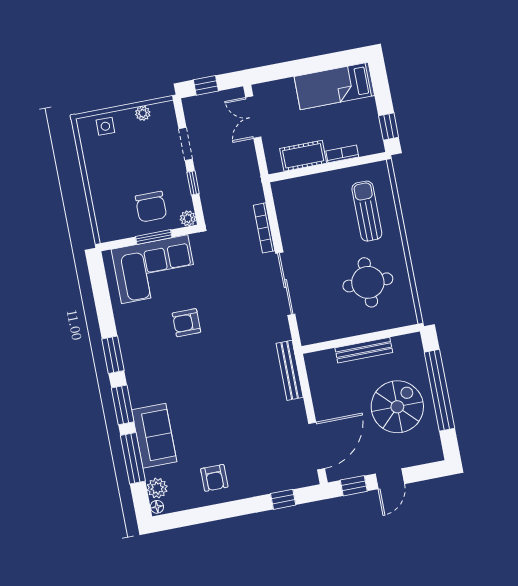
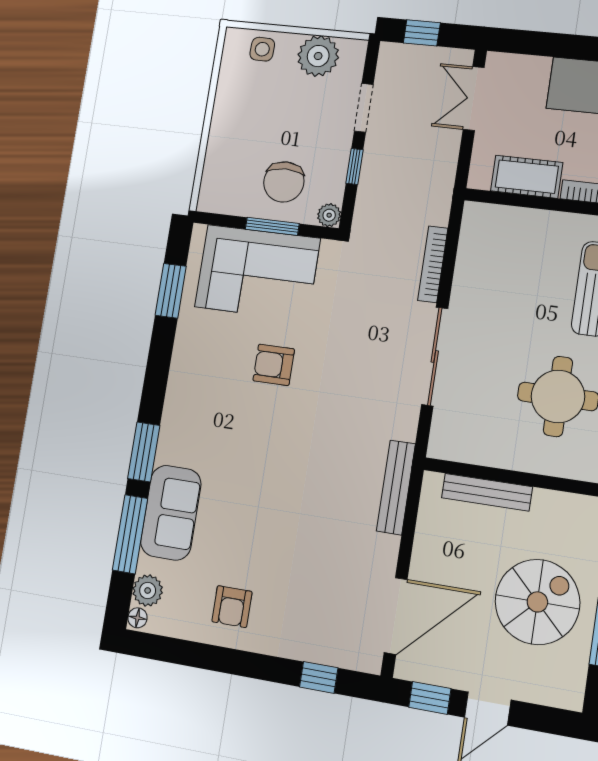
plant: (143, 113) -> (318, 56), width x1.87, depth x1.87
bench: (364, 350) -> (487, 492), moved
window: (113, 355) -> (171, 291), moved

